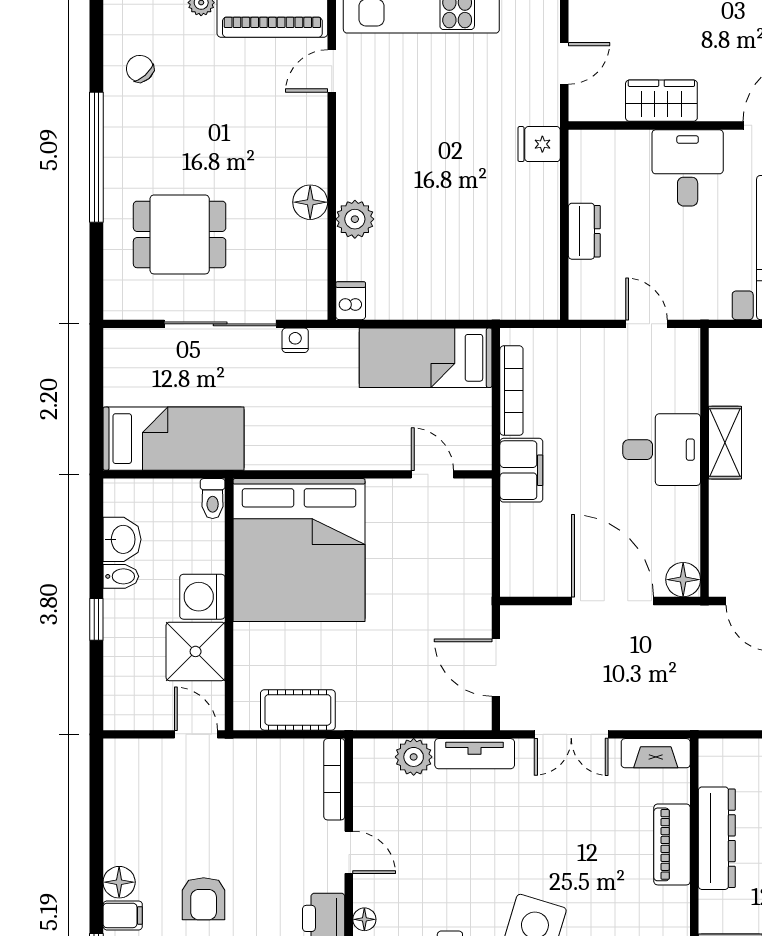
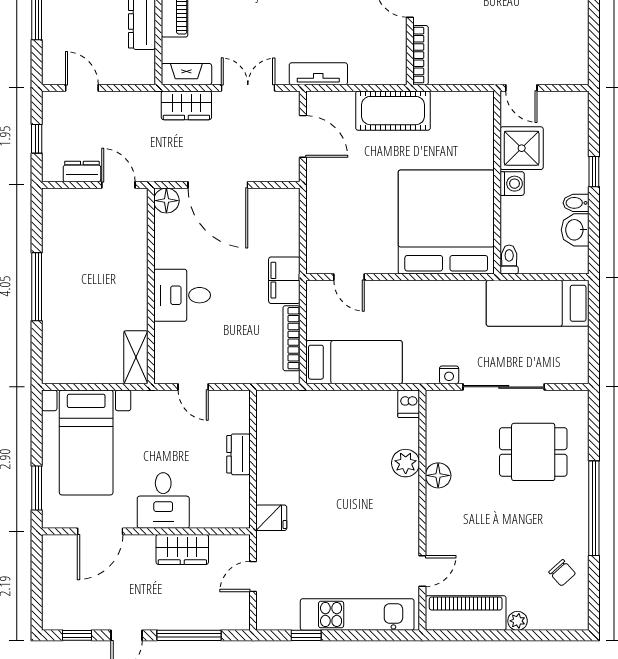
shelving: (725, 443) -> (136, 357), moved
washing machine: (202, 597) -> (512, 184), width x0.73, depth x0.73
cot: (298, 710) -> (393, 111), moved, width x1.37, depth x1.34
wardrobe: (656, 710) -> (186, 105), added
plant: (414, 757) -> (363, 71), removed

